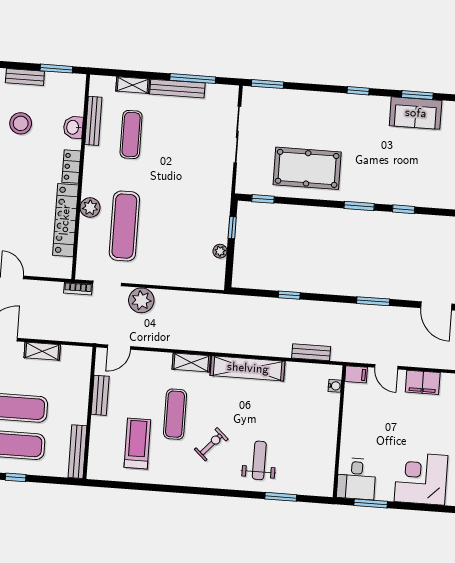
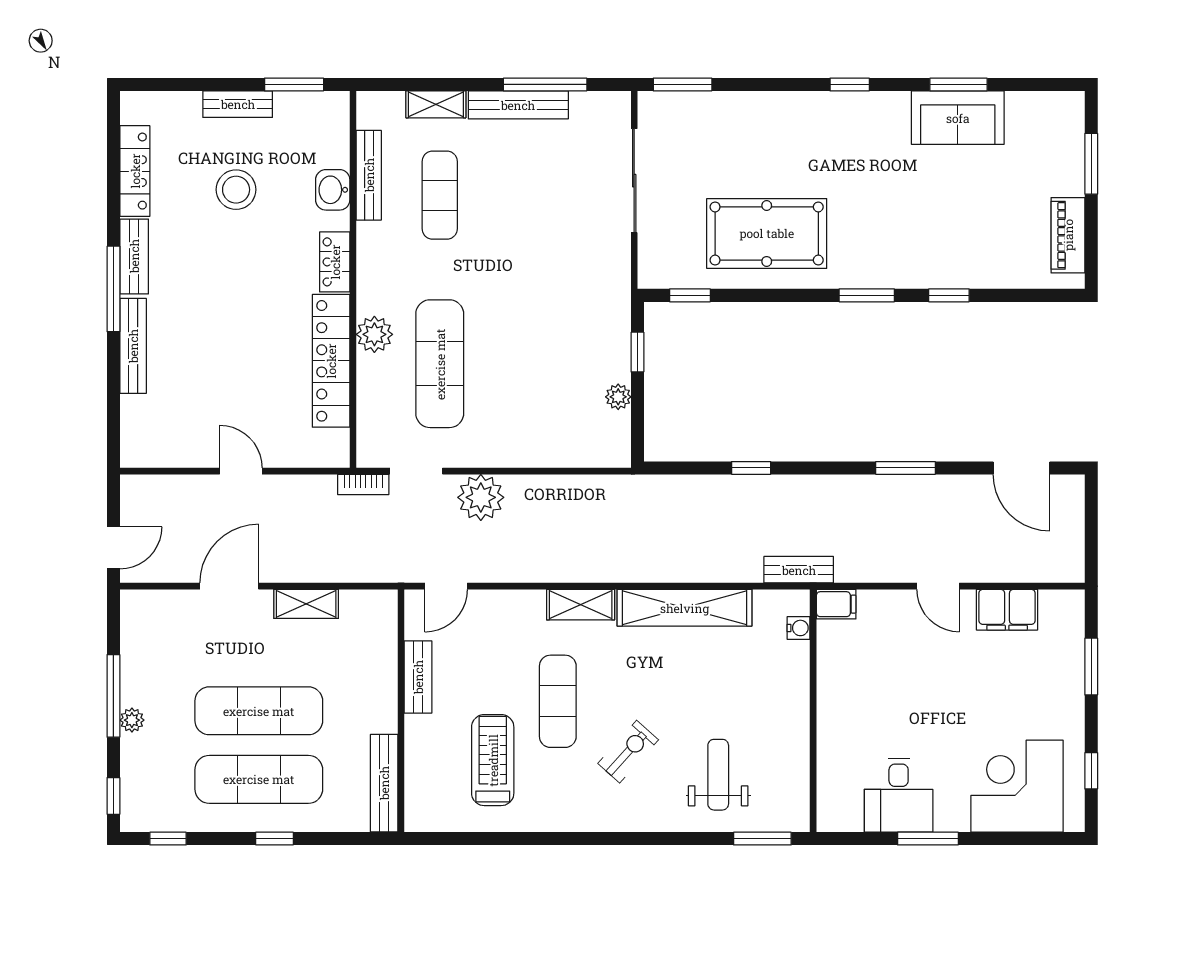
filing cabinet: (356, 374) -> (836, 604), moved
water cooler: (335, 386) -> (799, 628), moved
wall: (339, 431) -> (813, 711), moved

